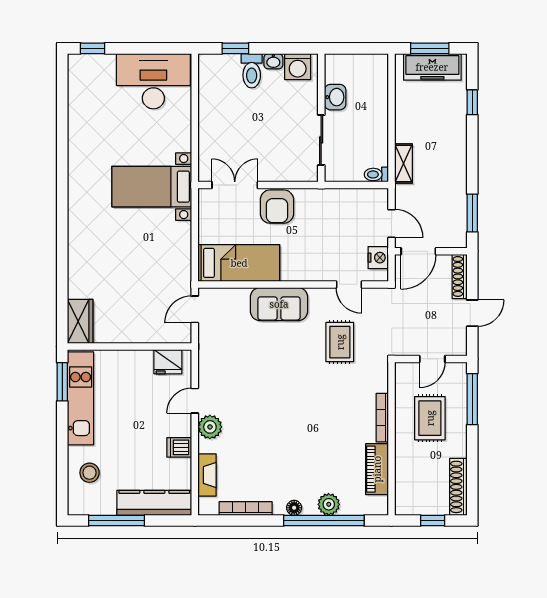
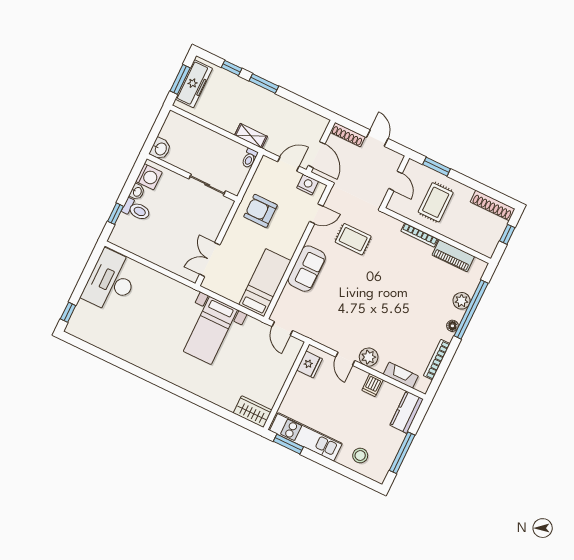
washbasin: (335, 97) -> (160, 149), moved, turned 90
bed with nightstands: (152, 187) -> (210, 330), moved
armchair: (277, 207) -> (261, 211), moved, turned 180
window: (472, 213) -> (264, 83), moved
window: (472, 399) -> (437, 167), width x0.69
rug: (430, 418) -> (436, 202), turned 90
kitchen counter: (154, 503) -> (407, 412), width x0.67

